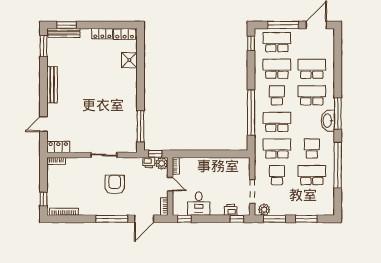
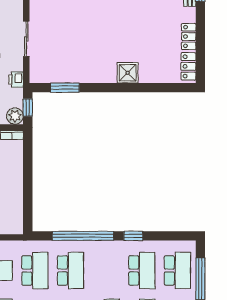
window: (251, 44) -> (133, 236), moved
shower: (129, 60) -> (128, 73), moved
school desk: (277, 95) -> (106, 271), removed
window: (140, 126) -> (65, 88), width x0.69
printer: (149, 163) -> (16, 80), moved

